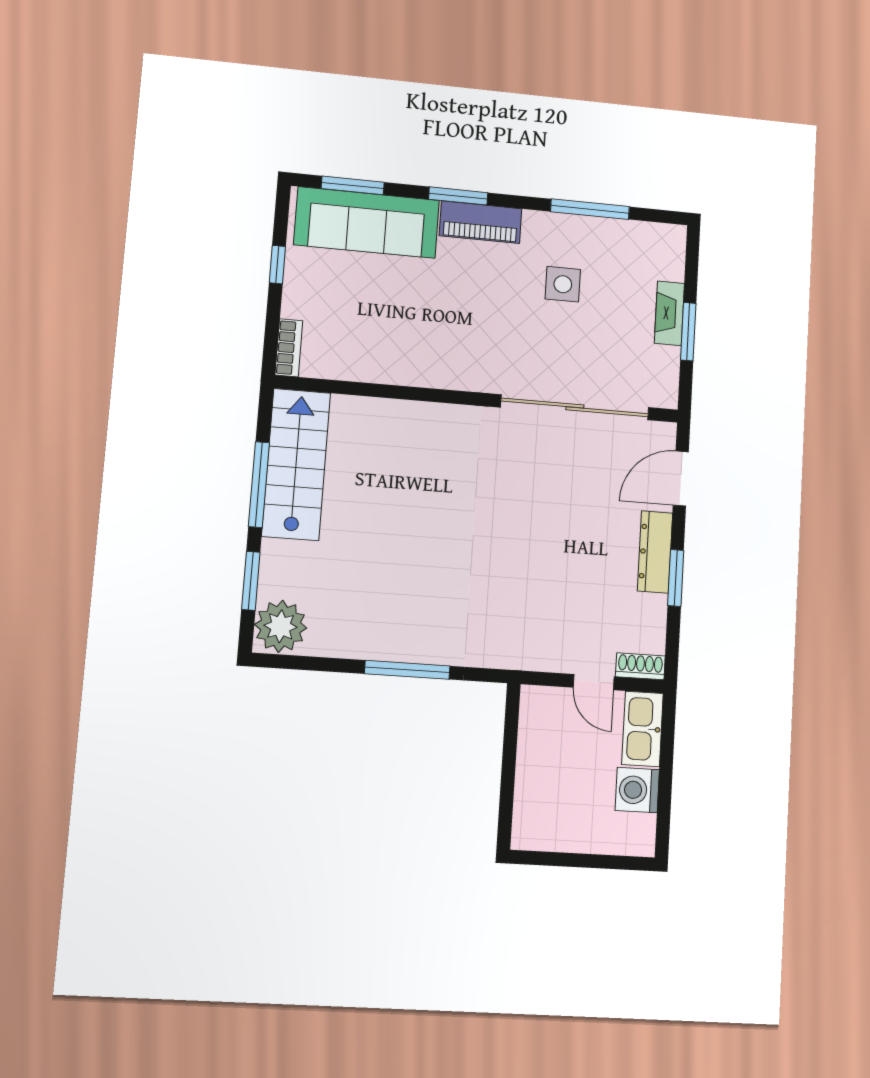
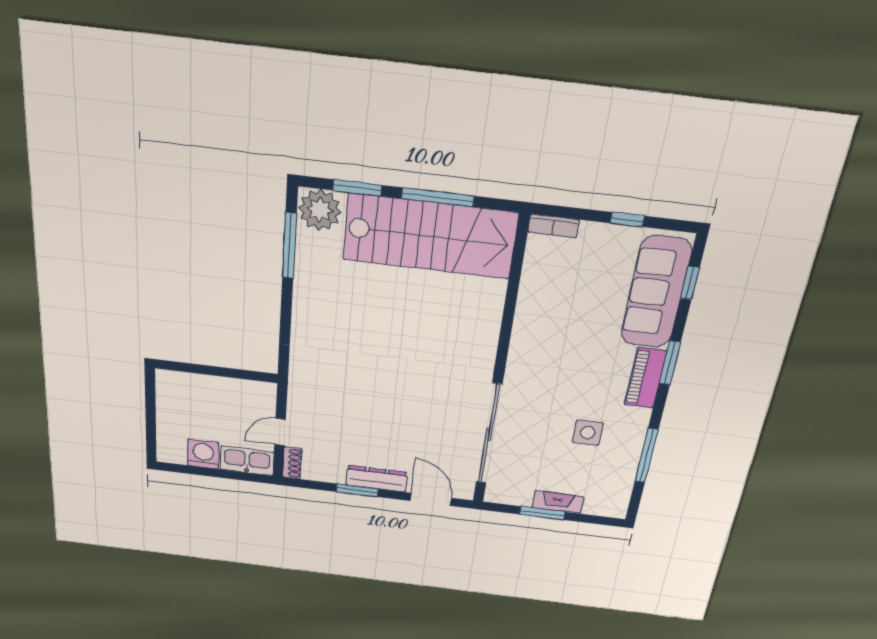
window: (353, 185) -> (690, 283), width x0.67
stairs: (296, 464) -> (430, 236), width x1.36, depth x1.51
window: (407, 670) -> (289, 246), moved

